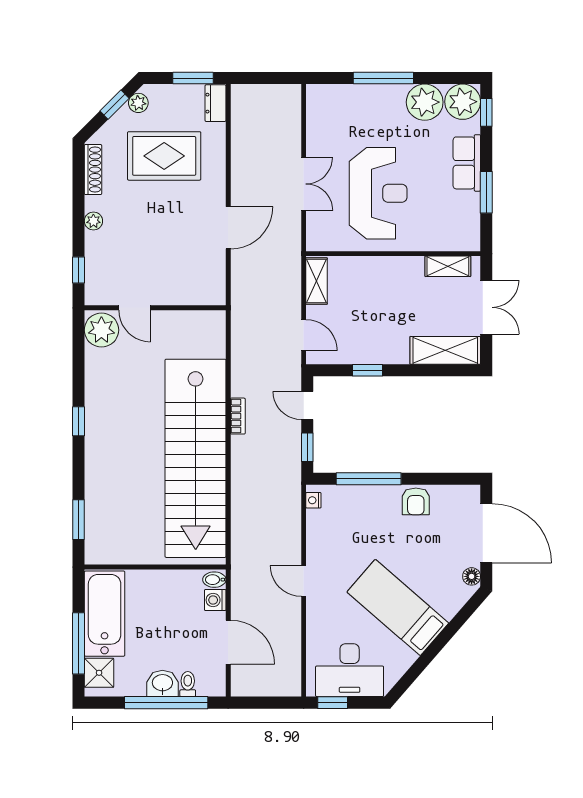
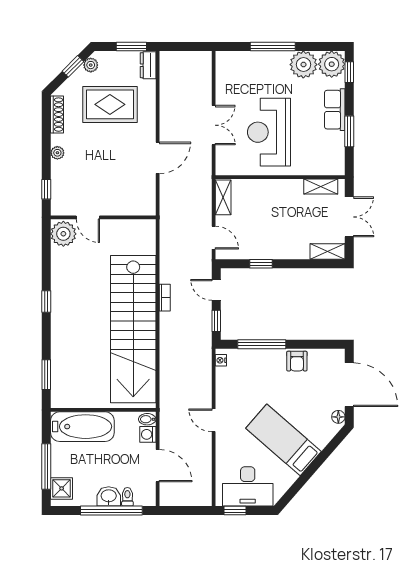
reception desk: (378, 193) -> (269, 132), turned 180
shelving: (445, 350) -> (327, 251), width x0.67, depth x0.75
bathtub: (105, 614) -> (82, 427), moved, turned 90

